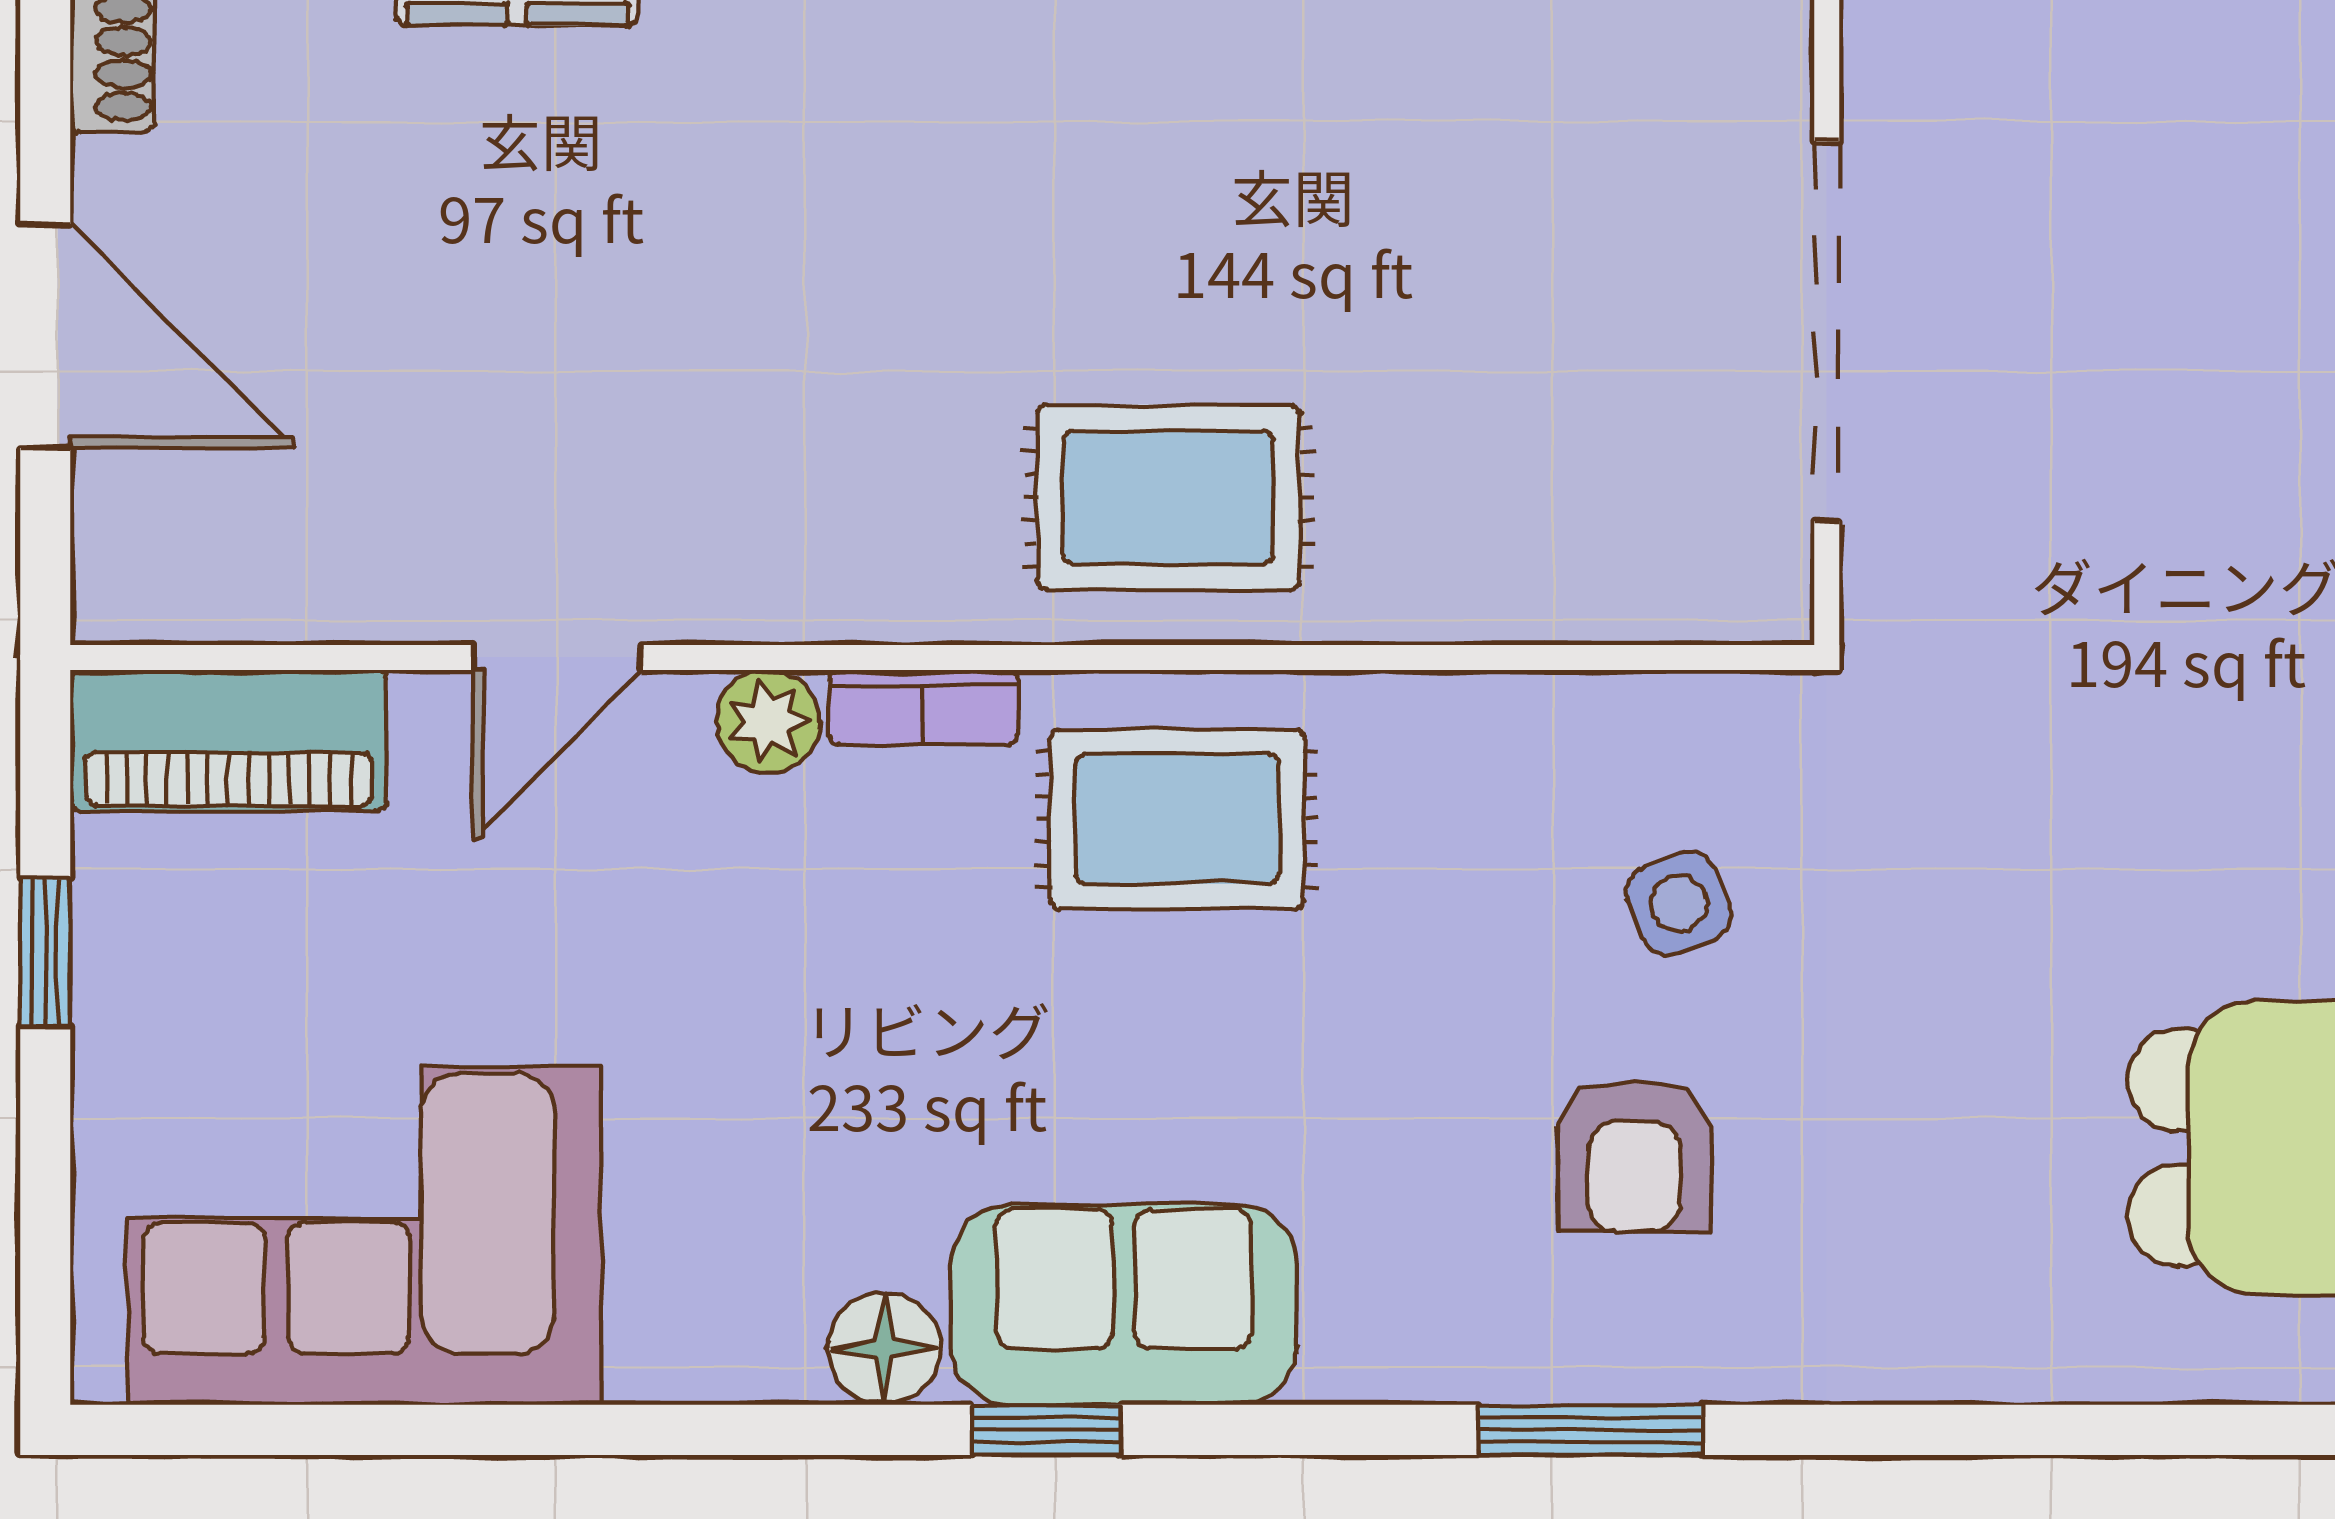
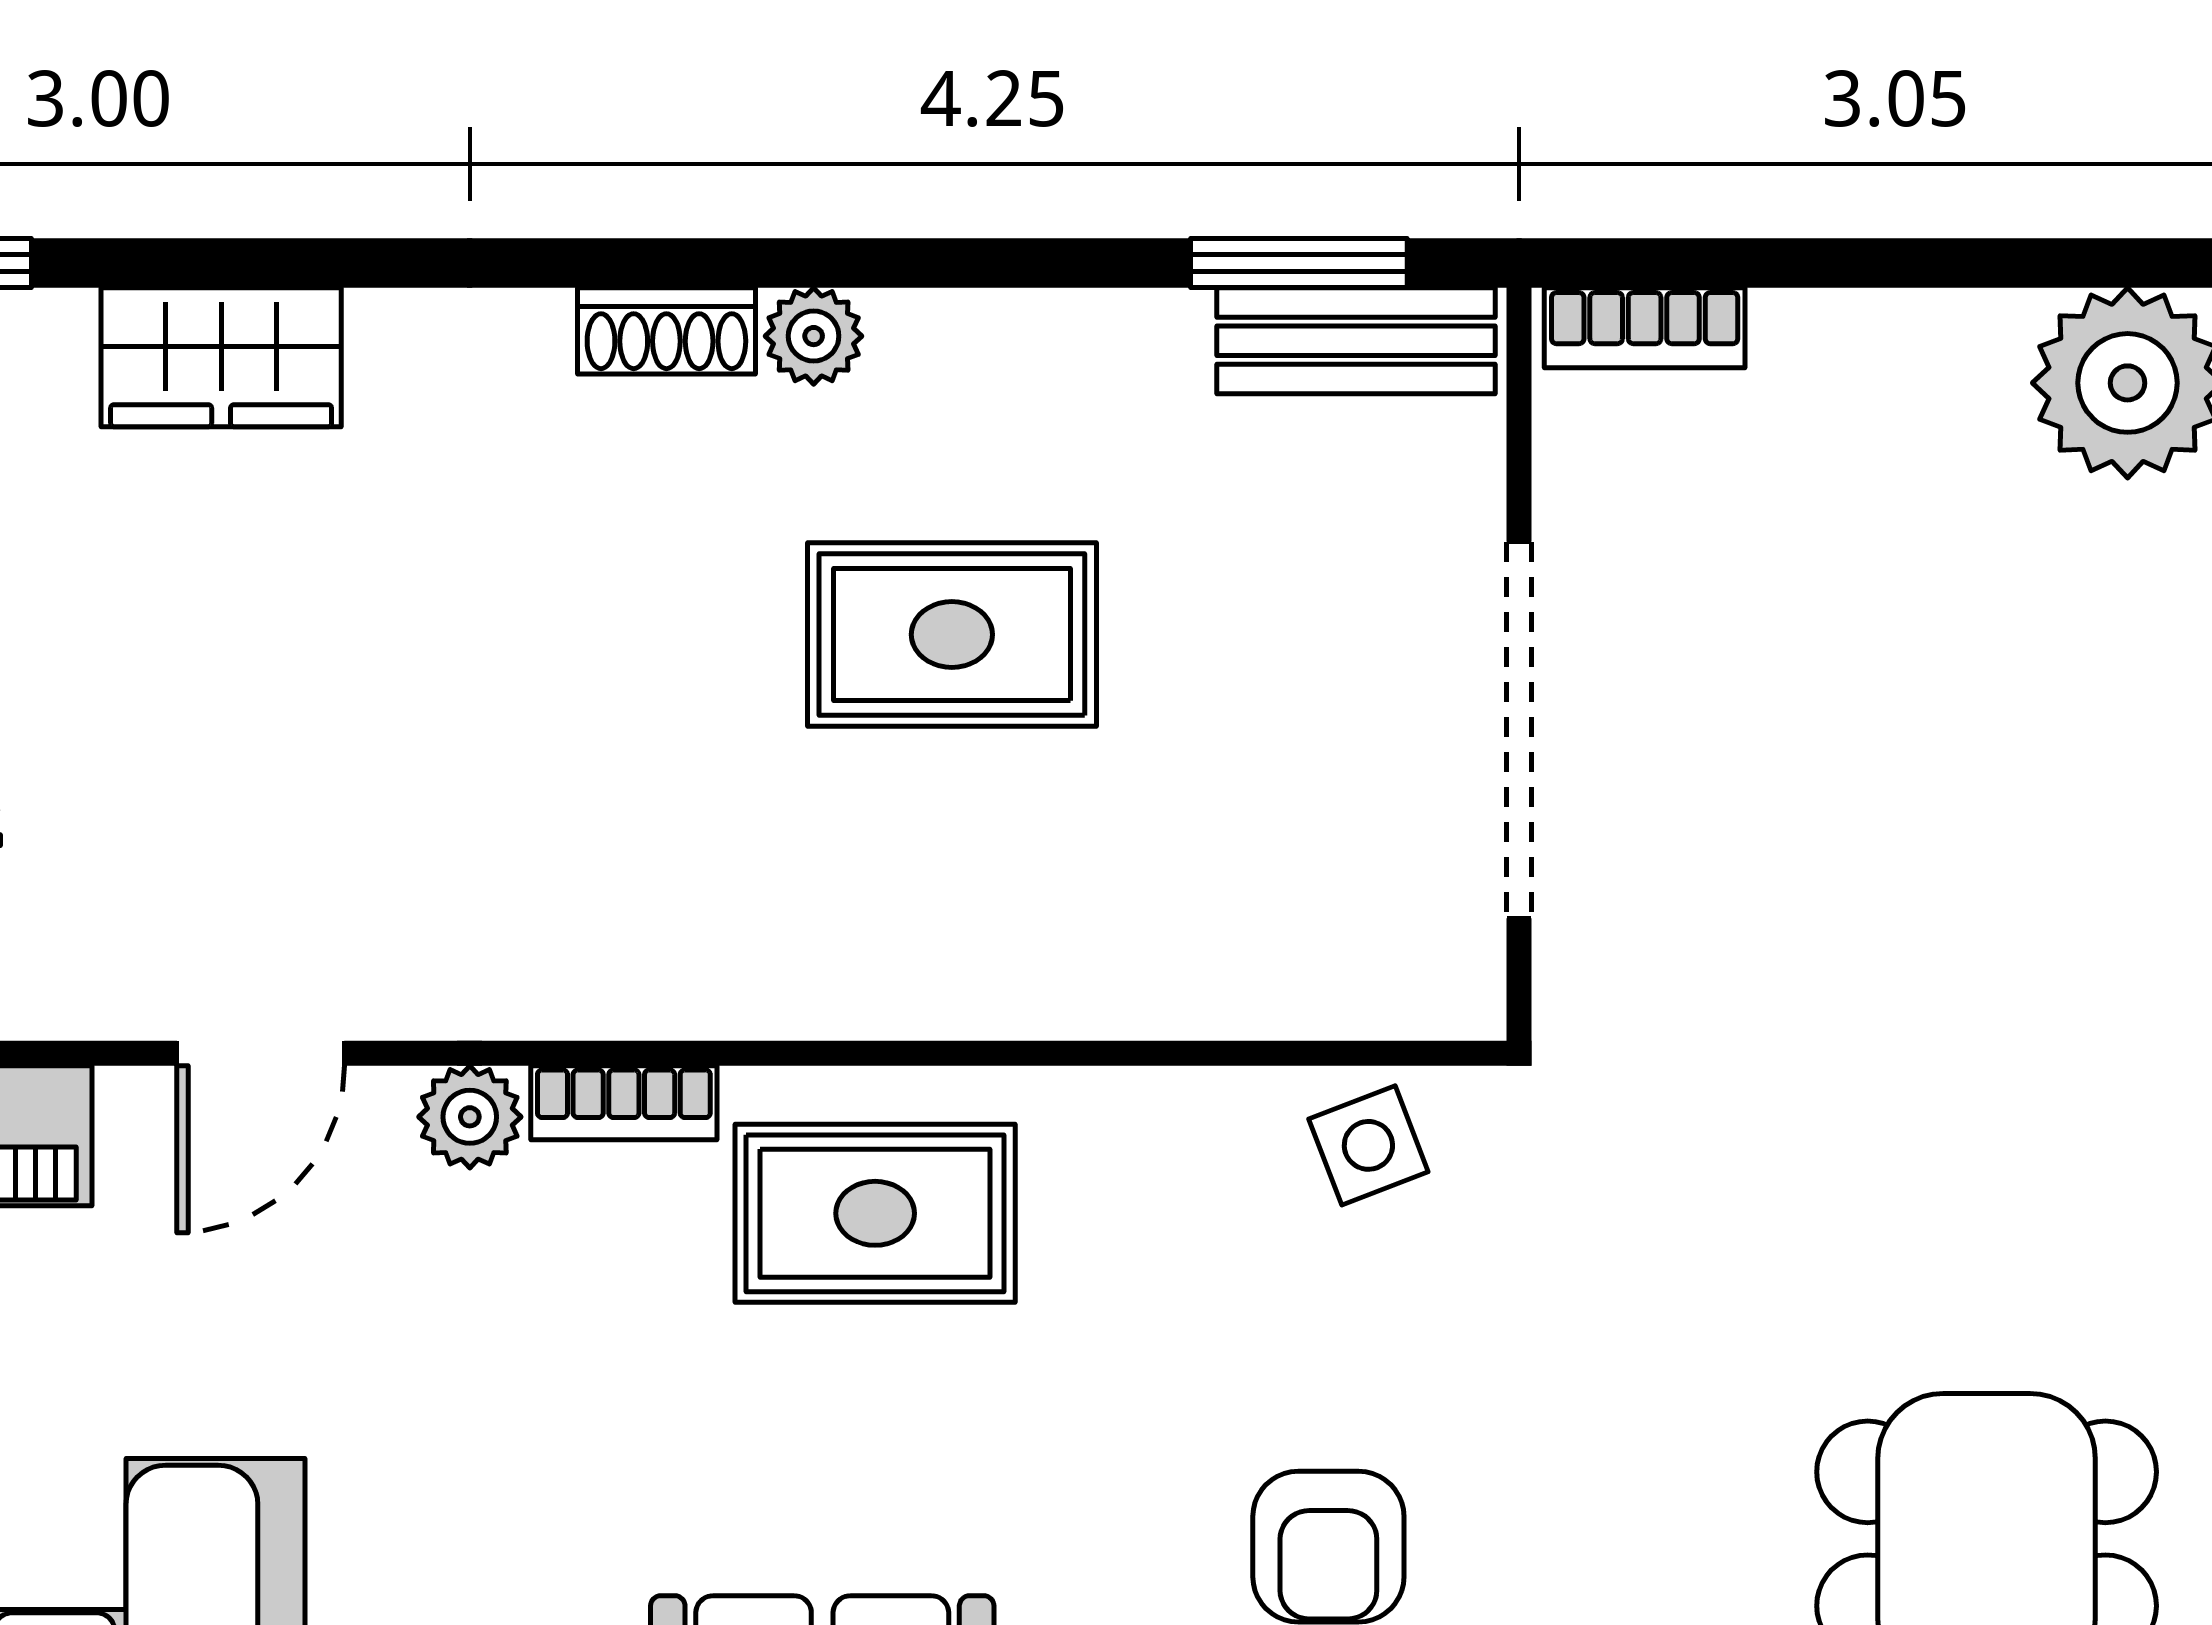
rug: (1168, 497) -> (952, 635), moved
side table: (1679, 903) -> (1368, 1145), moved

